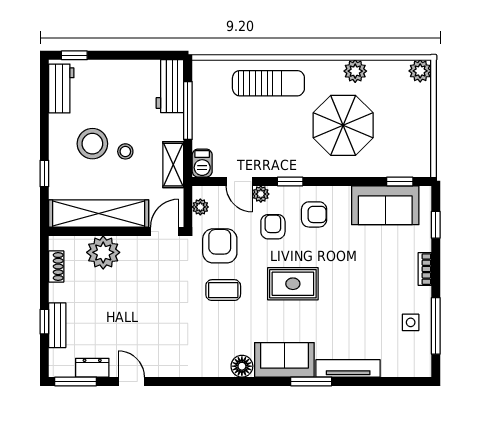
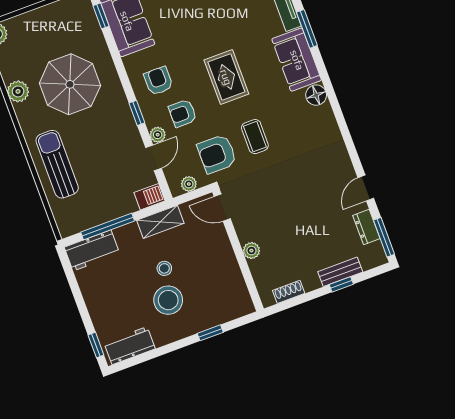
shelving: (99, 213) -> (228, 272), removed
plant: (103, 252) -> (251, 251), width x0.53, depth x0.53

